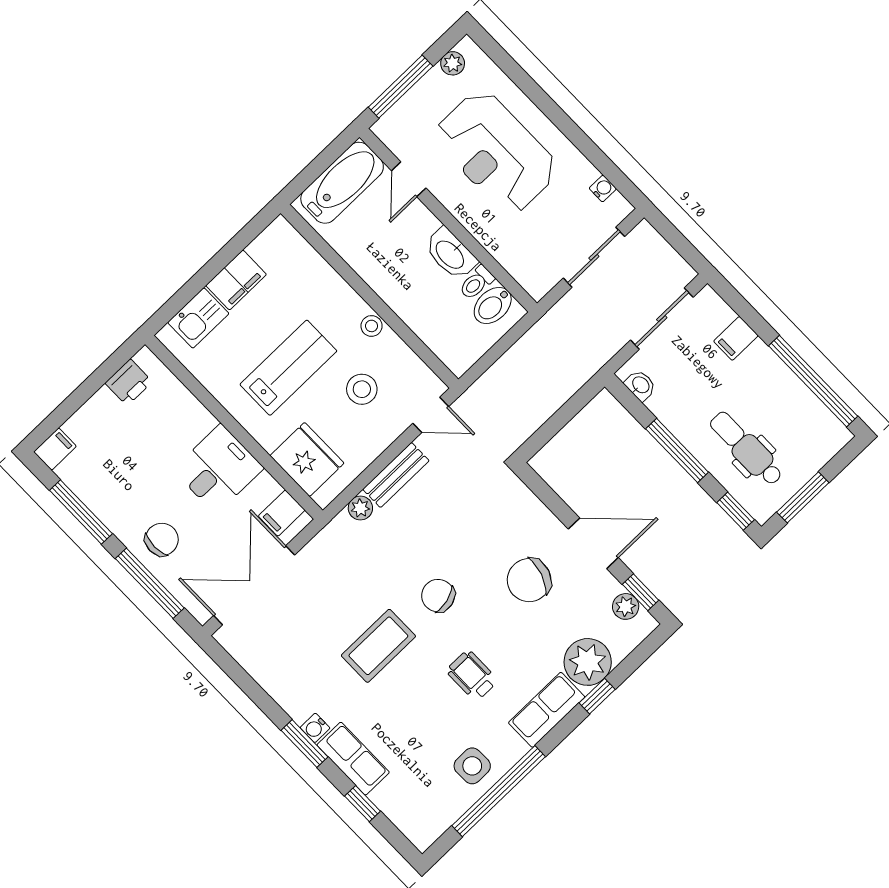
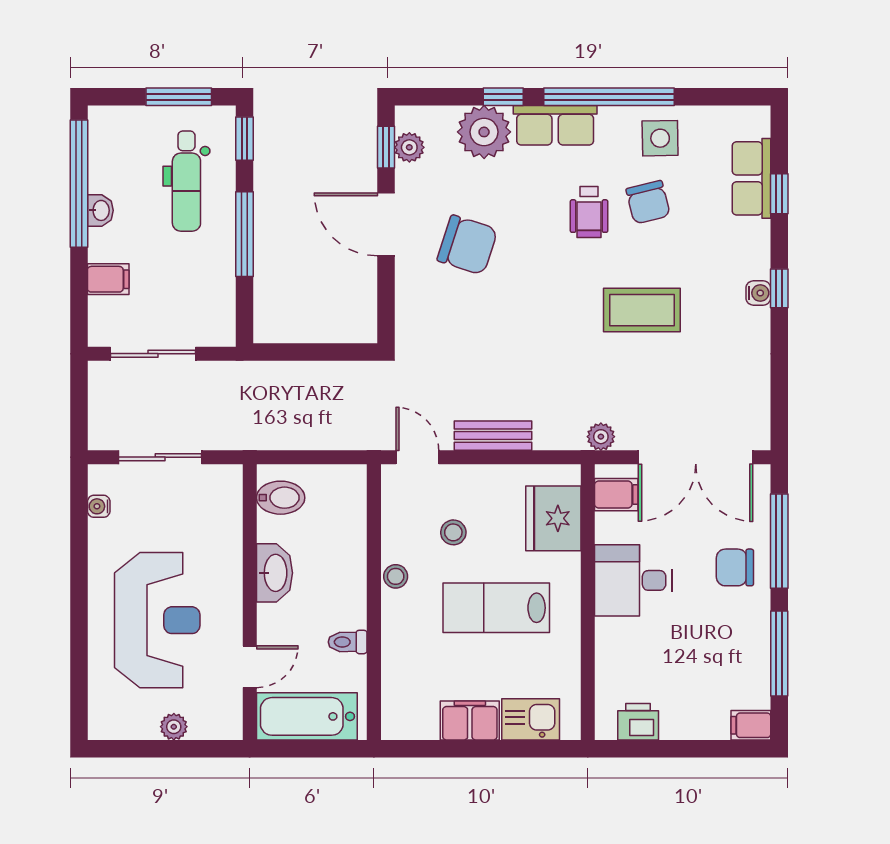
plant: (453, 63) -> (174, 727), moved
window: (401, 87) -> (183, 749), removed
toilet: (477, 283) -> (348, 642), moved, turned 180
washbasin: (640, 385) -> (100, 210), moved, turned 180
stool: (362, 389) -> (453, 532), width x0.73, depth x0.73
plant: (360, 508) -> (601, 437), moved
chair: (438, 596) -> (648, 202), moved
window: (305, 744) -> (779, 288), width x0.67
row of seats: (353, 759) -> (751, 178), moved
window: (499, 791) -> (609, 97), moved

